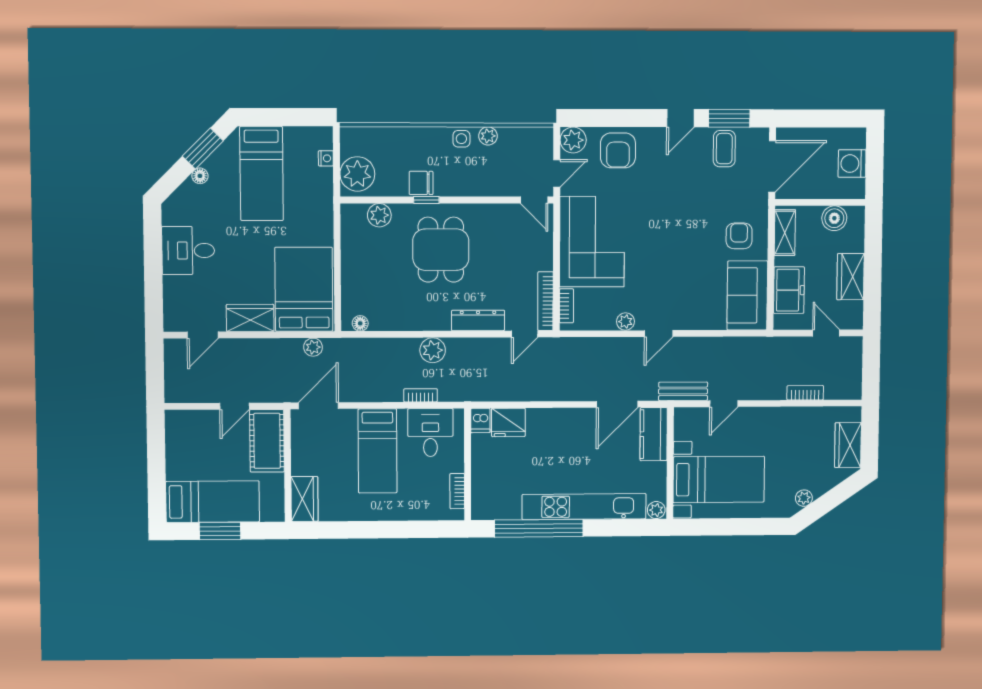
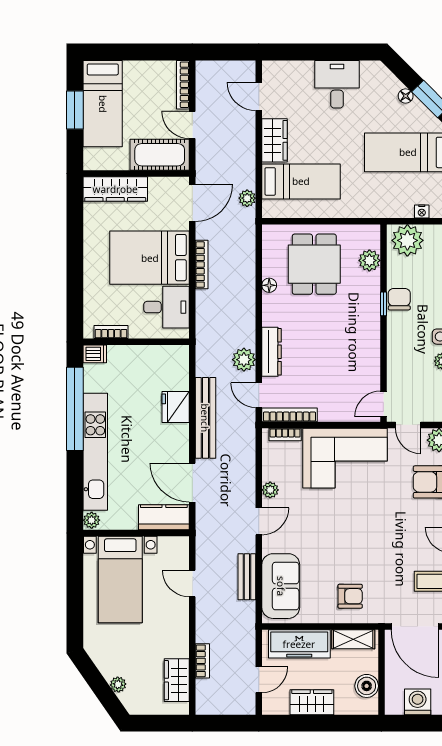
dining table: (441, 250) -> (314, 264), moved, turned 90
bed: (304, 289) -> (301, 181), width x0.67
freezer: (789, 290) -> (299, 644), width x1.40
sofa: (747, 295) -> (281, 586), moved, turned 90
floor lamp: (360, 323) -> (269, 285), moved
door: (659, 334) -> (259, 521), swing flipped
plant: (433, 350) -> (244, 360), moved
bench: (549, 391) -> (205, 418), added
bench: (683, 391) -> (247, 577), moved
bookcase: (421, 395) -> (202, 265), moved, width x1.56
door: (318, 406) -> (192, 203), hinge flipped
bookcase: (191, 416) -> (183, 85), added
dishwasher: (480, 420) -> (95, 354), moved, turned 180
fridge: (508, 422) -> (176, 407), moved
wardrobe: (848, 445) -> (177, 680), moved, turned -90
bed: (378, 451) -> (150, 258), width x1.50
plant: (804, 498) -> (118, 684), moved
wardrobe: (304, 499) -> (115, 189), width x1.50

